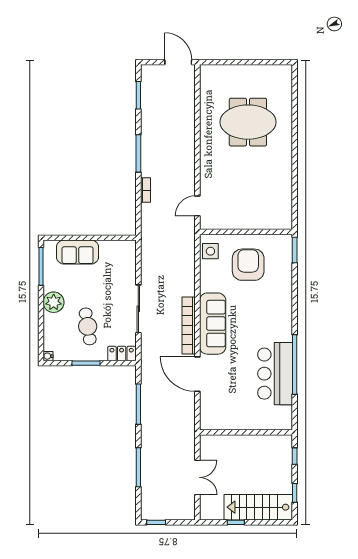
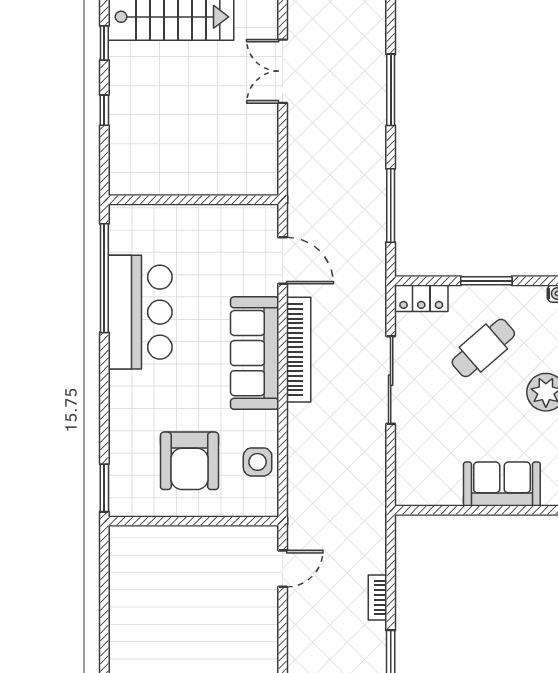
side table: (210, 251) -> (258, 462), moved
cafe table: (88, 326) -> (483, 348), turned 58
door: (197, 374) -> (283, 260), width x0.73
bar counter: (275, 374) -> (140, 312), moved
wall: (246, 432) -> (194, 200), moved

